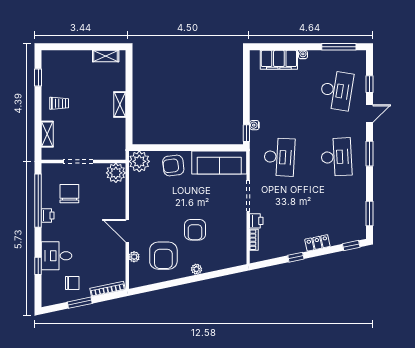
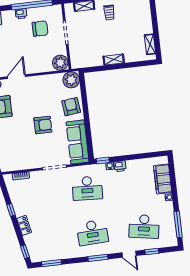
printer: (256, 221) -> (120, 166), moved
armchair: (195, 230) -> (43, 125), moved, turned 180

